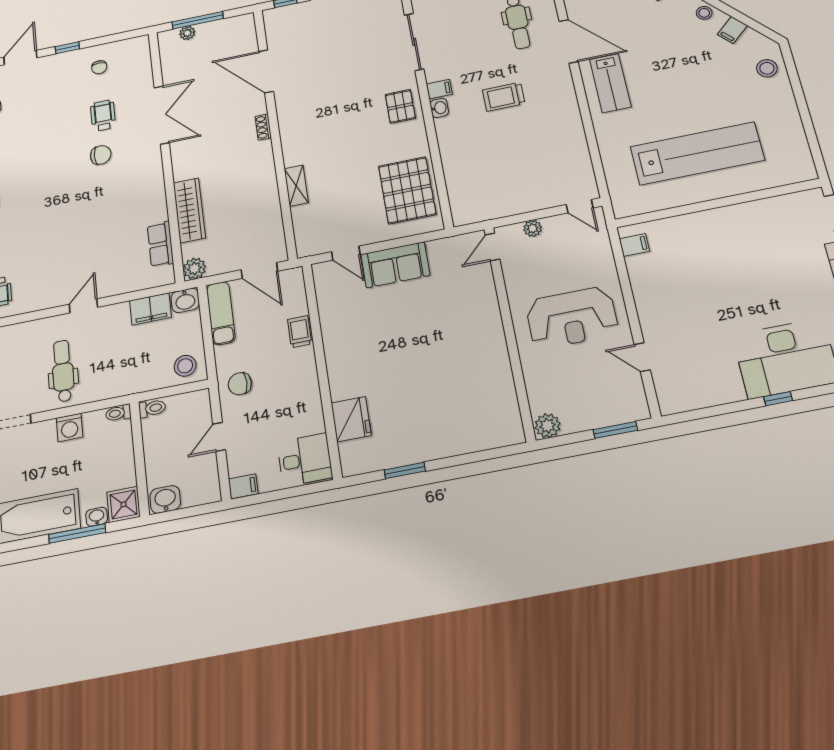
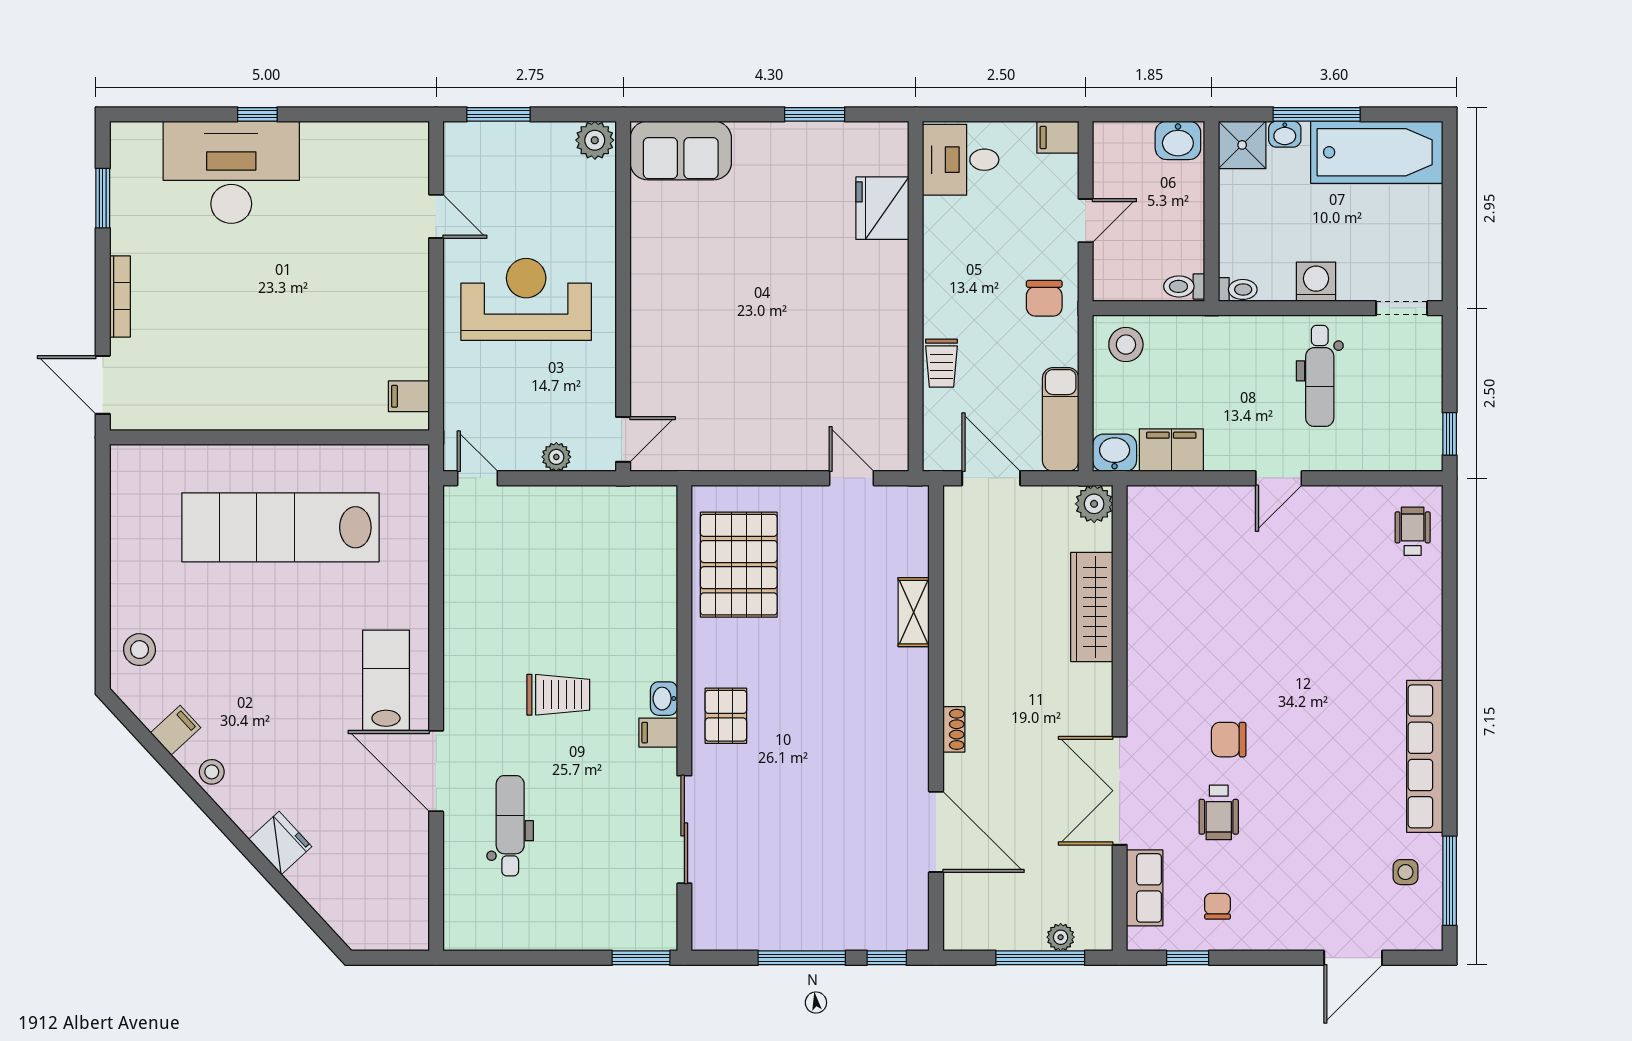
window: (67, 48) -> (1188, 958), moved
row of seats: (160, 244) -> (1145, 888), moved
sofa: (395, 265) -> (681, 150), moved, turned 180
chair: (240, 384) -> (1044, 298), turned 90

